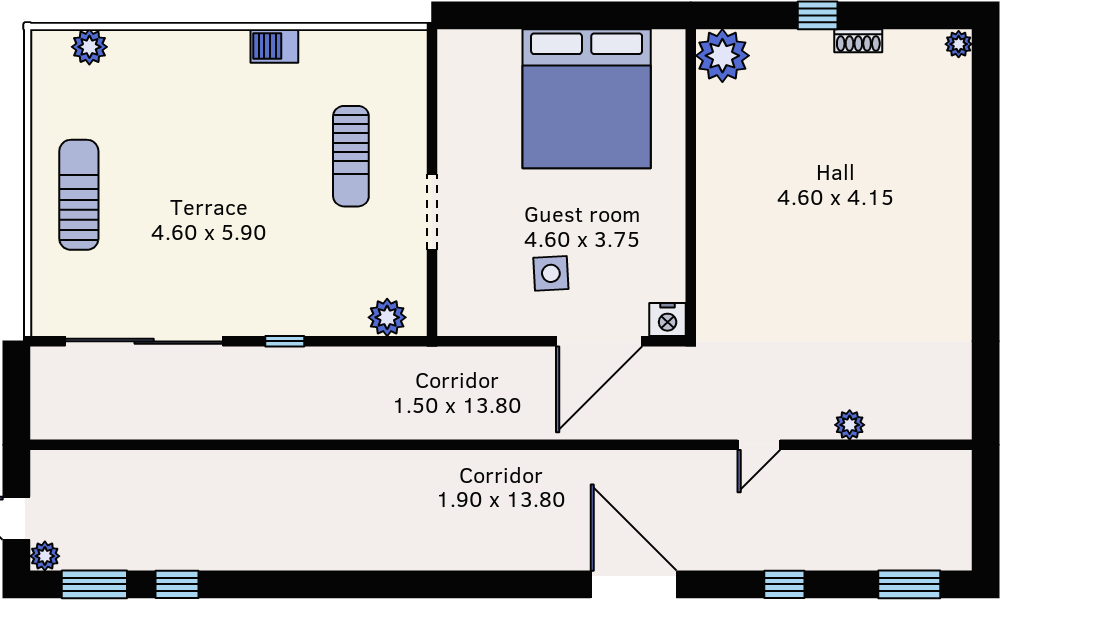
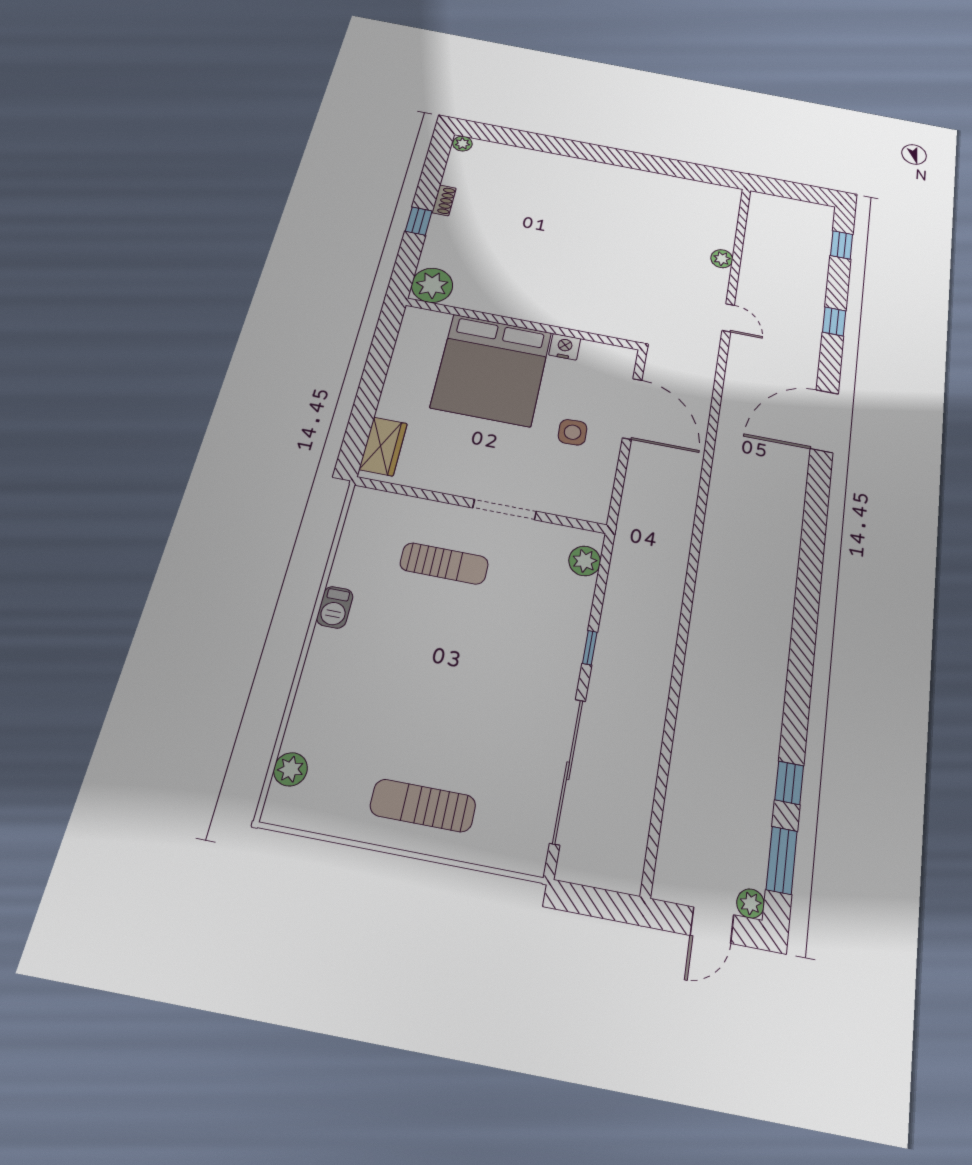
wardrobe: (483, 50) -> (383, 446), added
bed: (587, 99) -> (491, 370), moved, turned 90
nightstand: (668, 319) -> (565, 347), moved, turned -90
window: (909, 584) -> (842, 245), width x0.67

